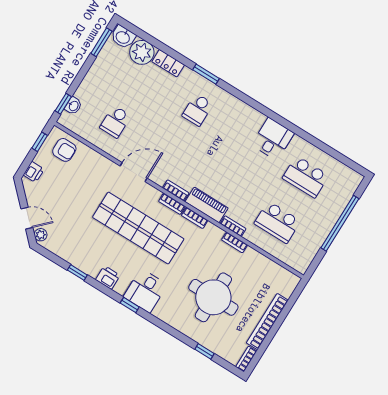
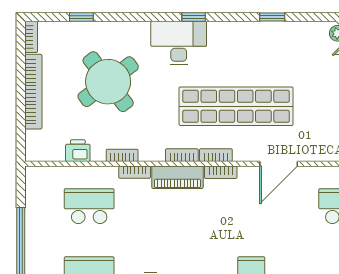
printer: (108, 277) -> (78, 151), moved, turned 180
desk: (145, 291) -> (179, 43), width x1.37
round table: (213, 297) -> (108, 82), turned -37

